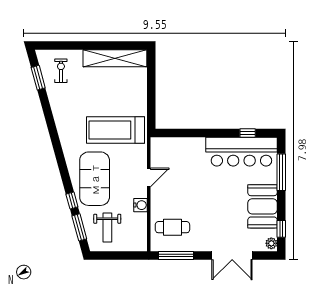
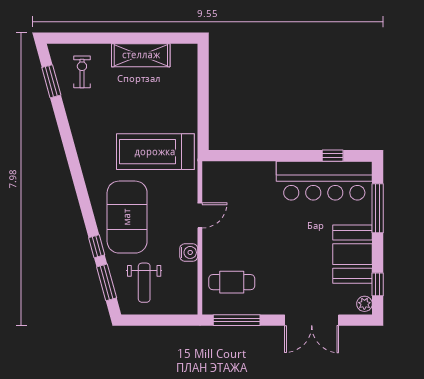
shelving: (115, 58) -> (141, 55), width x0.68

